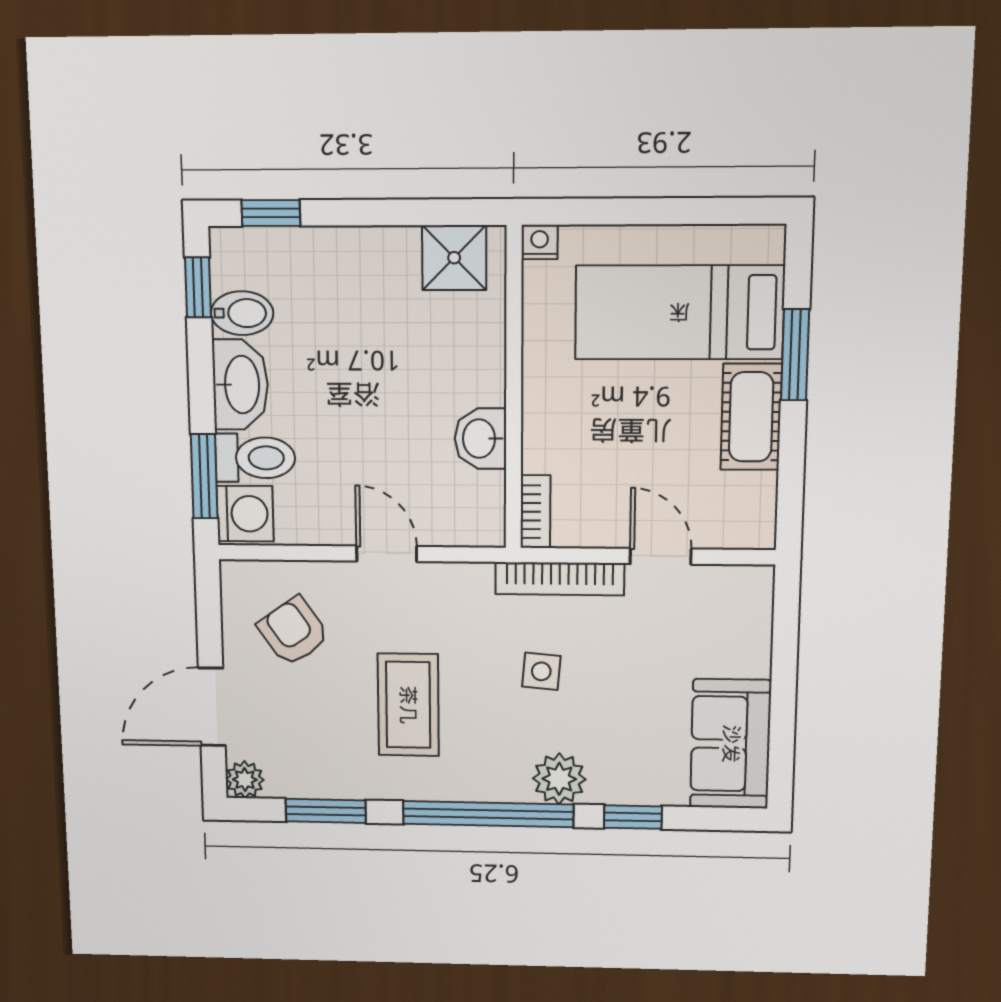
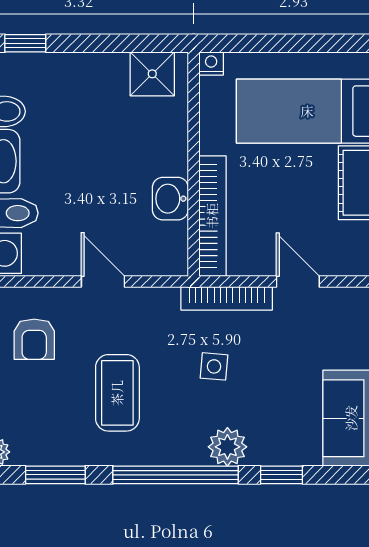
bookcase: (535, 512) -> (212, 216), width x2.31, depth x1.31
armchair: (293, 631) -> (34, 339), turned -145

